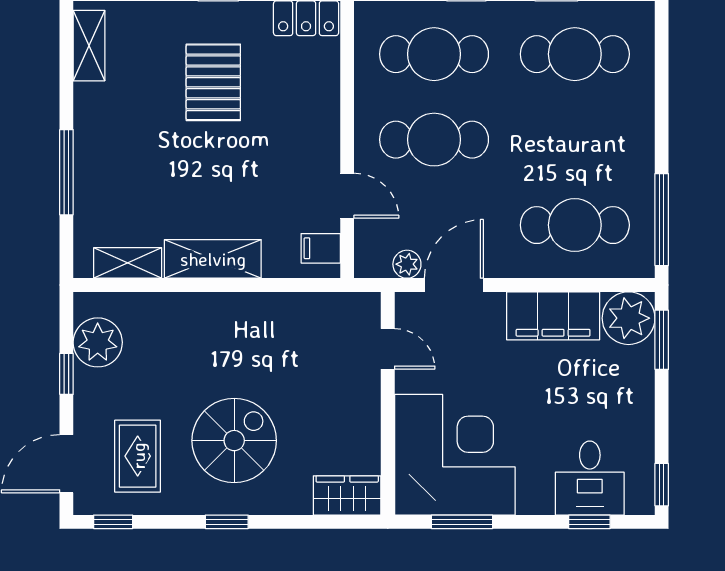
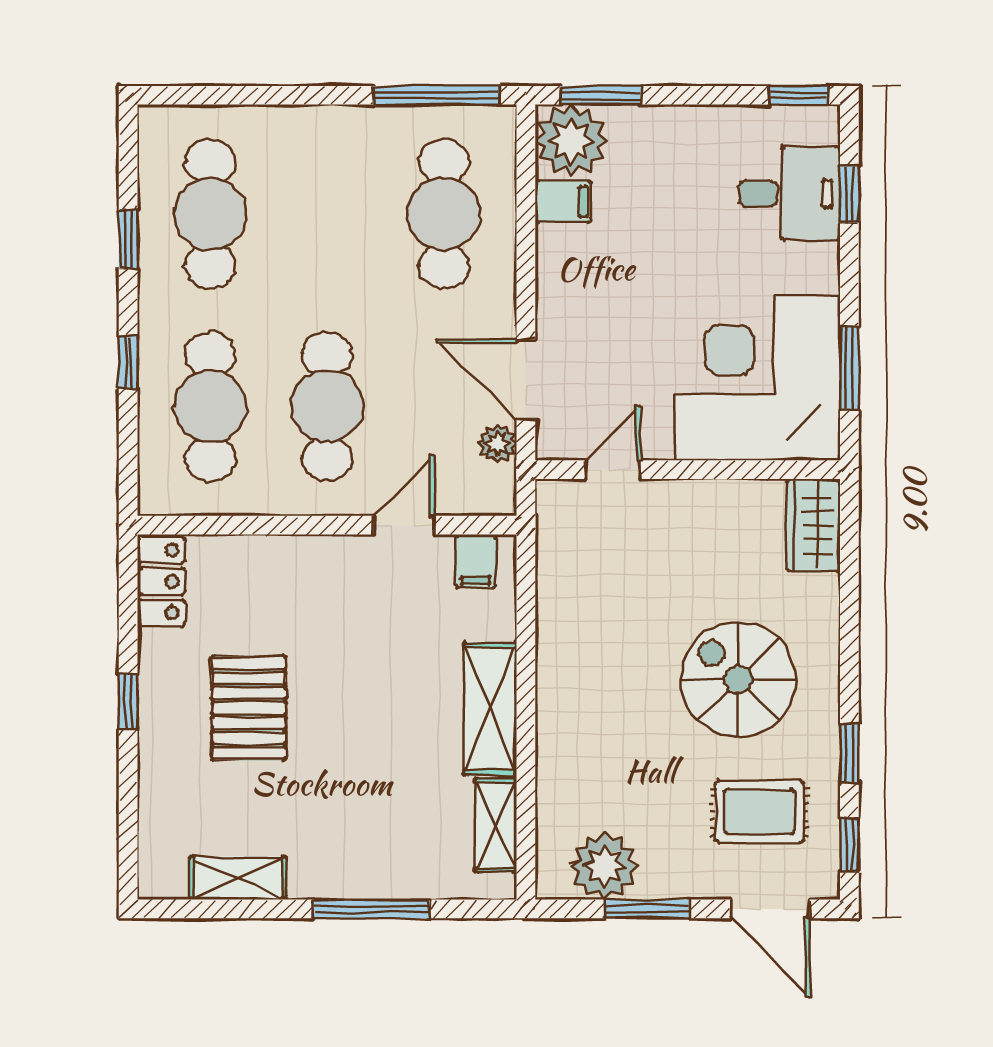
shelving: (89, 46) -> (238, 878), moved
pallet: (213, 82) -> (249, 708), turned 90
filing cabinet: (553, 316) -> (563, 201), width x0.33, depth x0.86
window: (66, 374) -> (647, 909), width x1.50
window: (227, 522) -> (849, 753), moved

